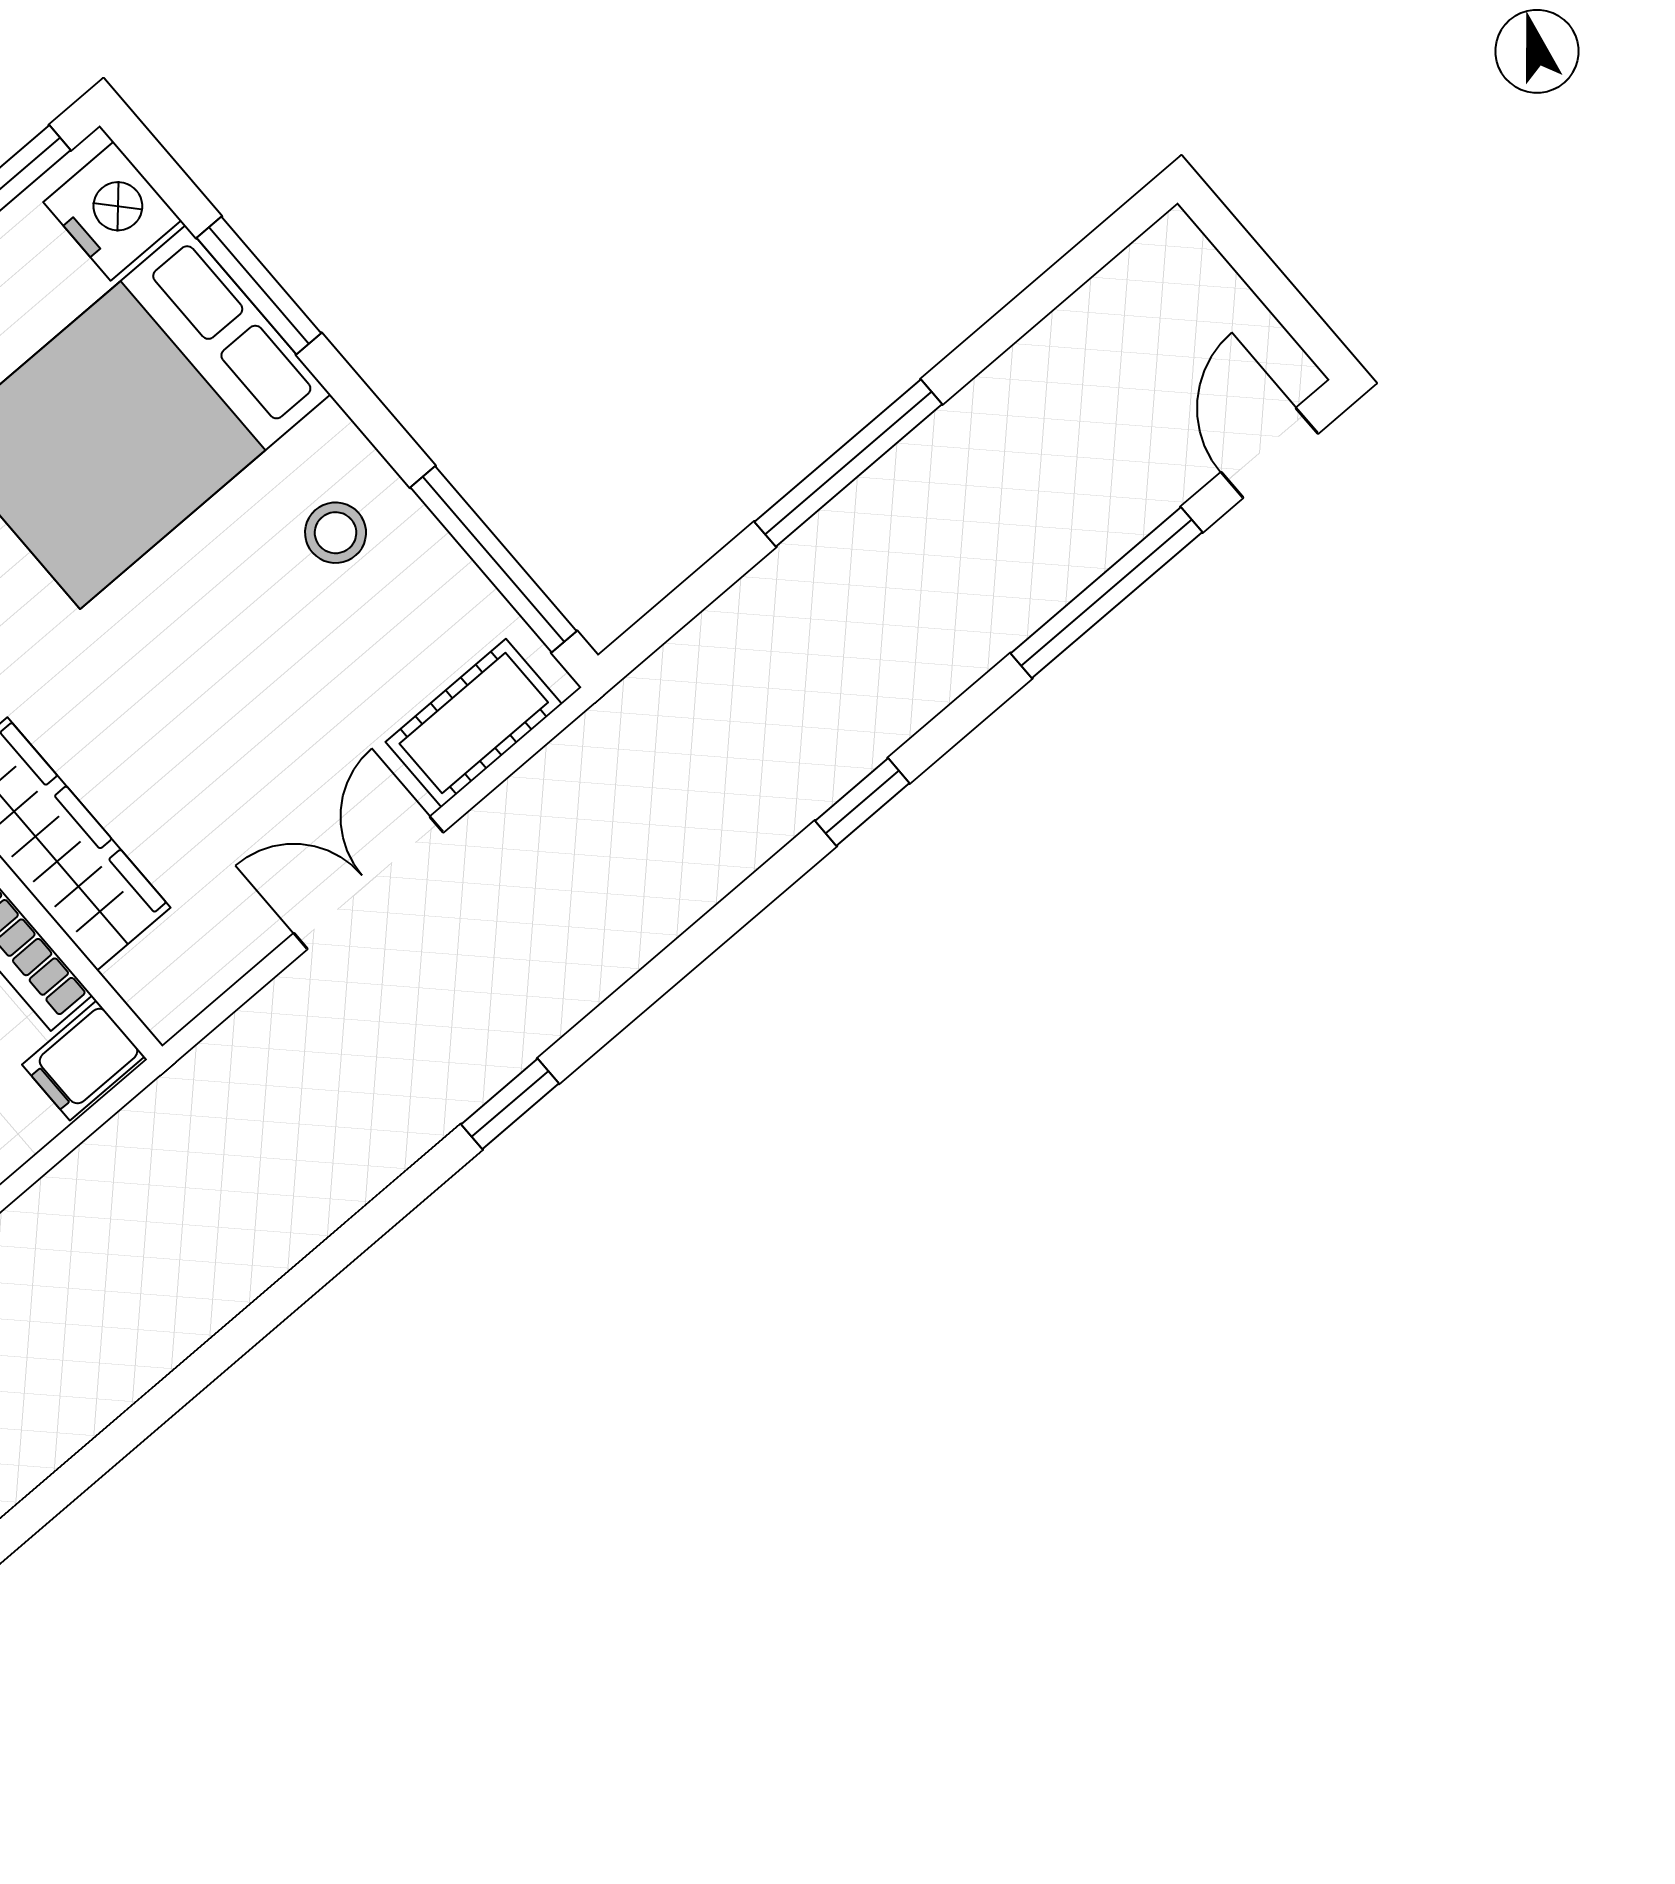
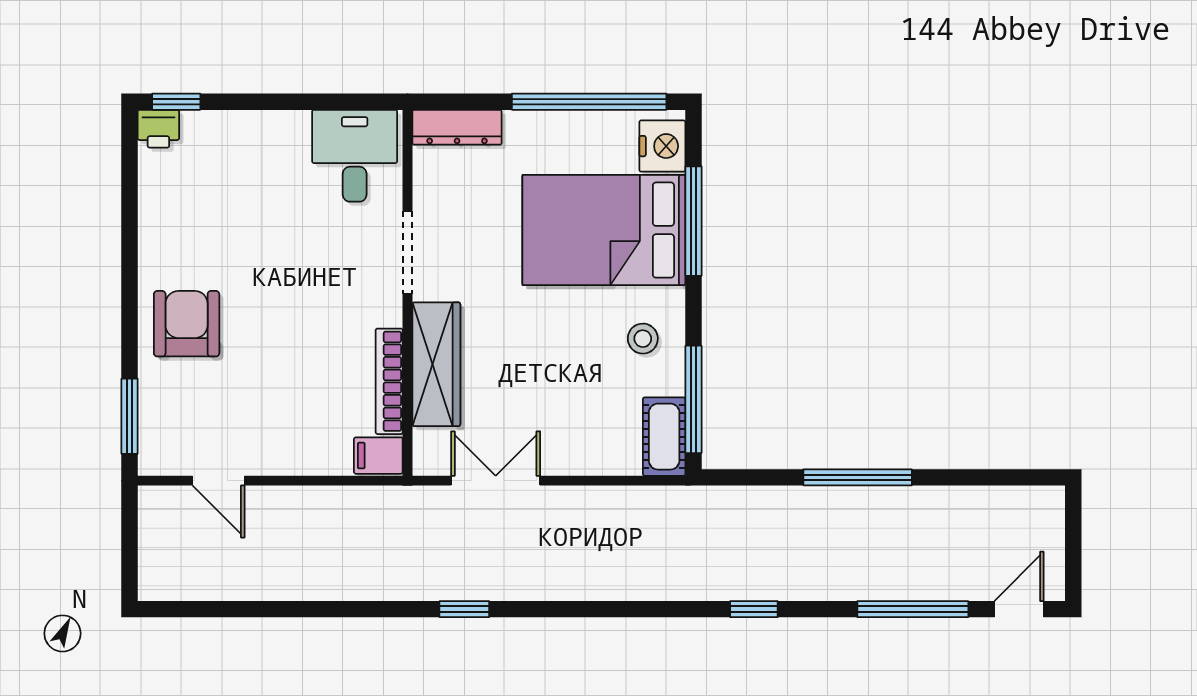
window: (259, 285) -> (694, 221), width x1.44
cot: (474, 723) -> (664, 437), moved, turned 90
double door: (369, 883) -> (496, 481), moved
window: (510, 1104) -> (464, 609), moved

